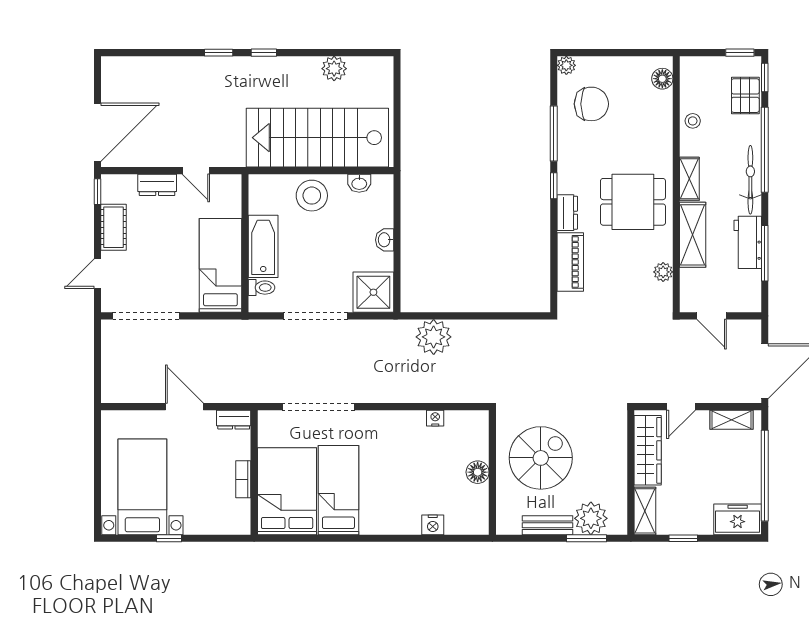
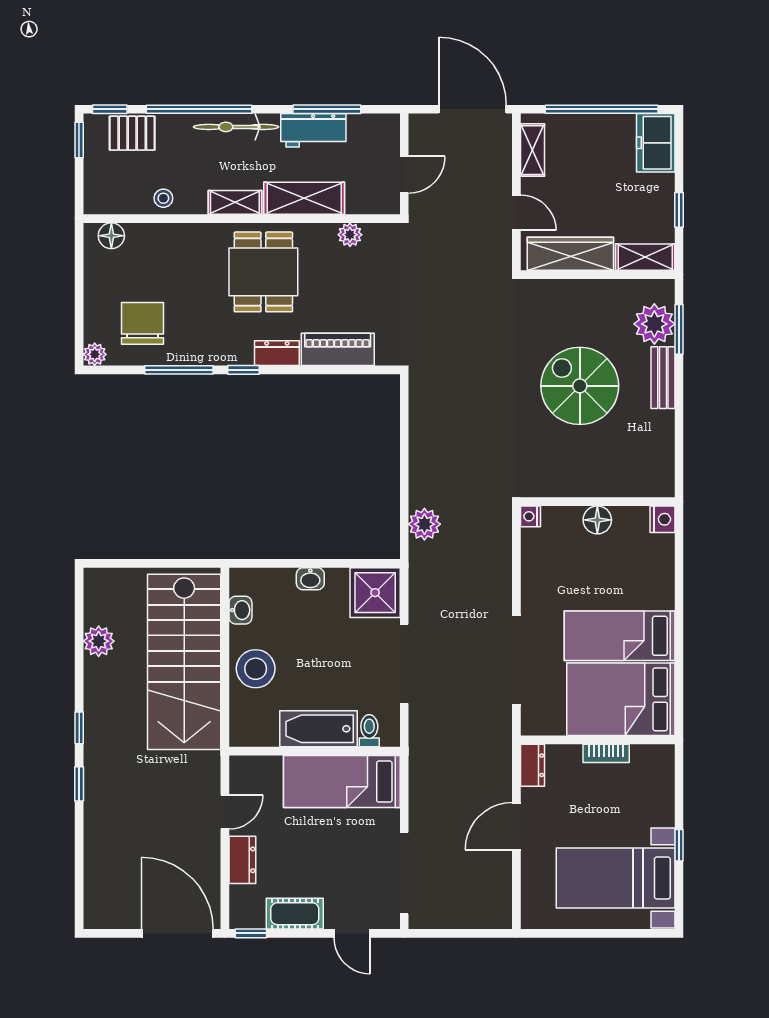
plant: (434, 337) -> (424, 524), width x0.73, depth x0.73
floor lamp: (478, 472) -> (597, 520), moved
wall: (492, 472) -> (598, 502), moved

